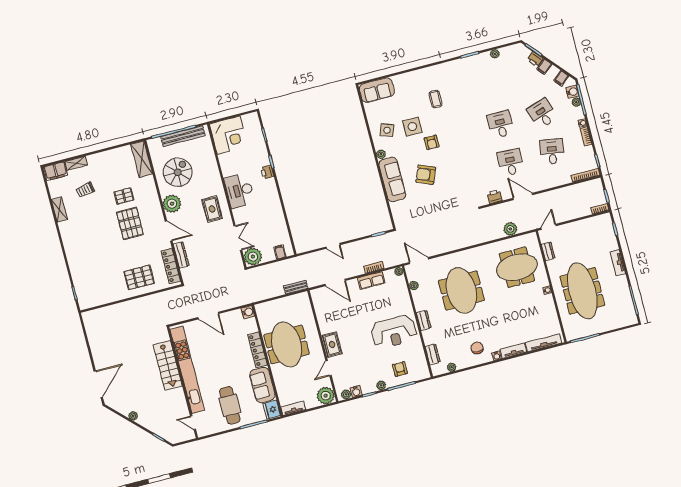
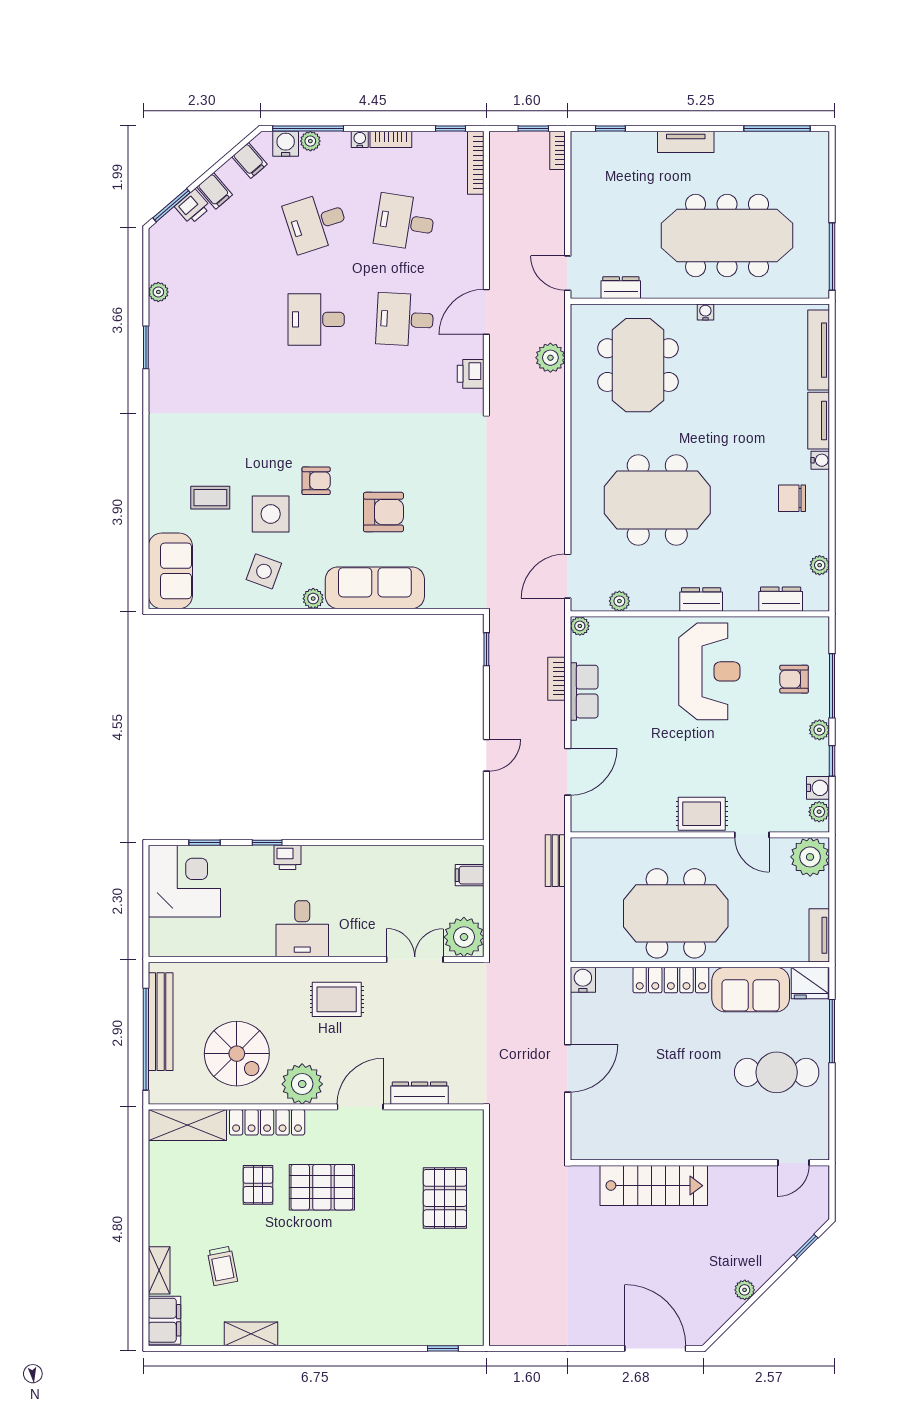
coffee table: (435, 99) -> (210, 498), moved
corner desk: (229, 135) -> (184, 881), moved
spiral stairs: (178, 172) -> (237, 1054), turned 180
armchair: (426, 175) -> (383, 512), turned -113
desk: (239, 191) -> (302, 929), width x0.73
locker: (171, 266) -> (267, 1122), moved
kitchen unit: (187, 370) -> (675, 1145), removed

